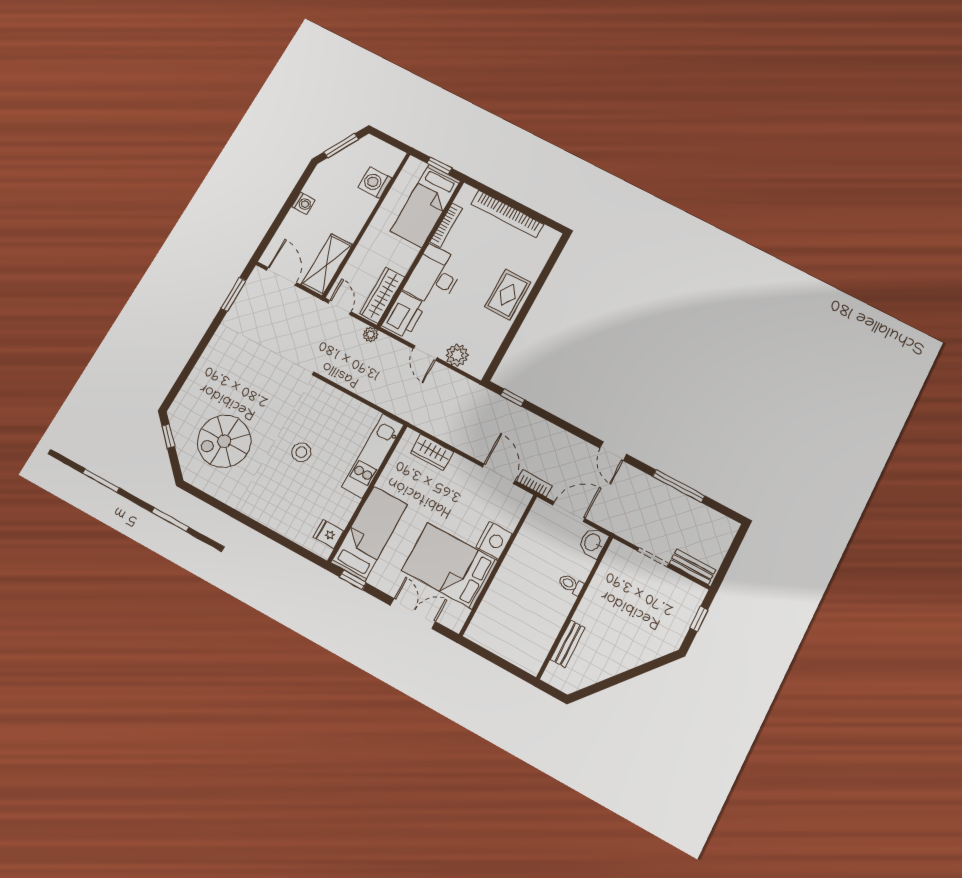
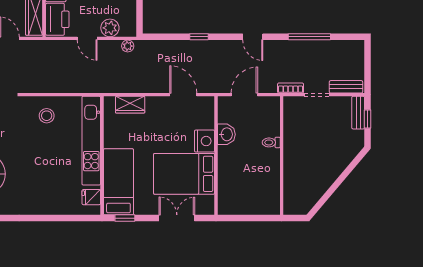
plant: (370, 335) -> (128, 46), moved
window: (513, 397) -> (199, 37), moved
stool: (301, 452) -> (47, 116), moved
kitchen unit: (373, 456) -> (91, 141), width x1.36
bookcase: (534, 483) -> (291, 88), moved
washbasin: (593, 543) -> (226, 134), moved, turned 180
bench: (568, 644) -> (358, 113), moved

